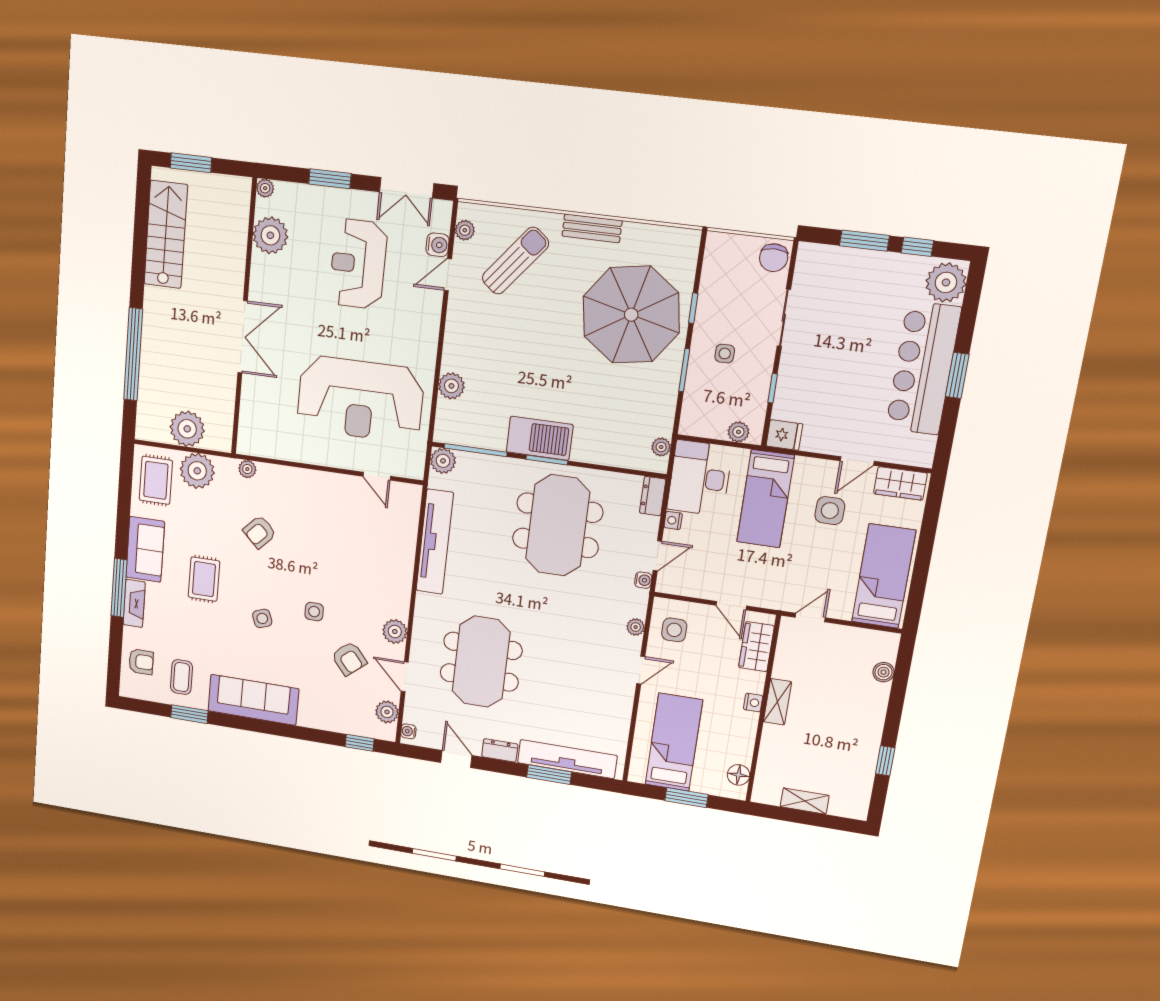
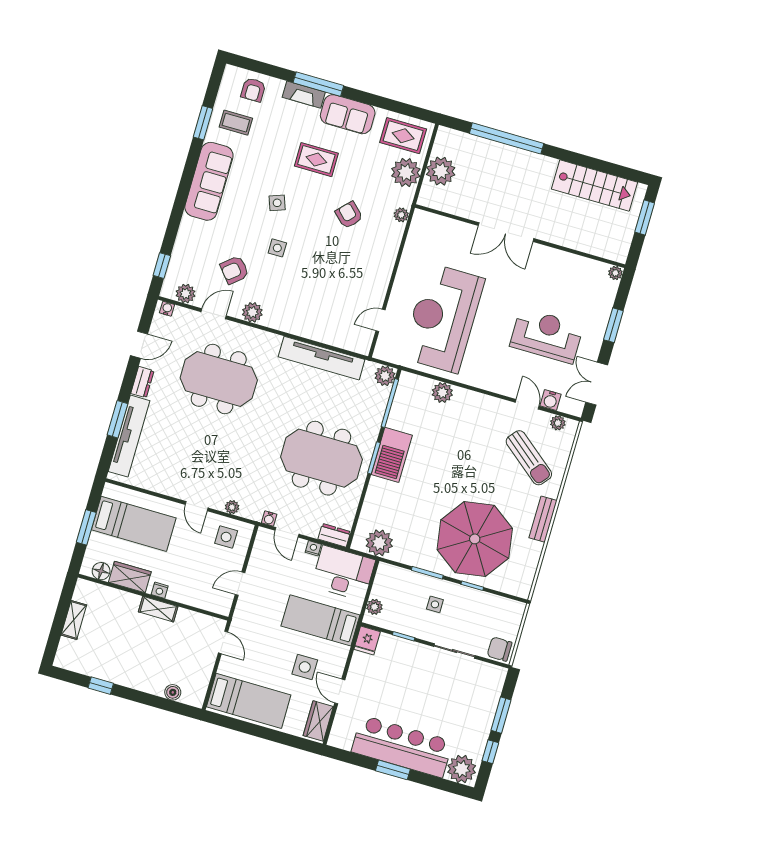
plant: (270, 235) -> (580, 270), removed
plant: (661, 447) -> (379, 543), width x1.88, depth x1.88
wardrobe: (756, 647) -> (130, 577), moved

